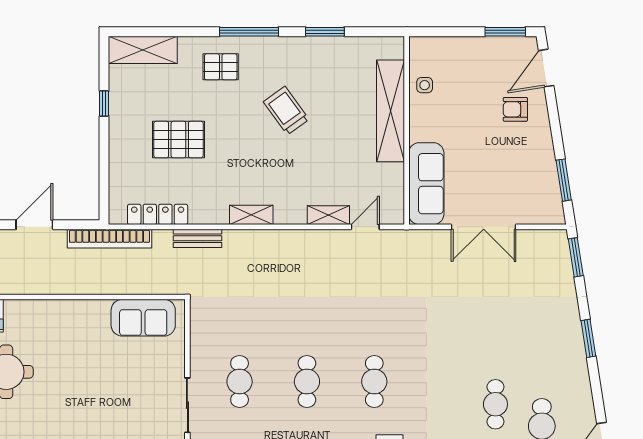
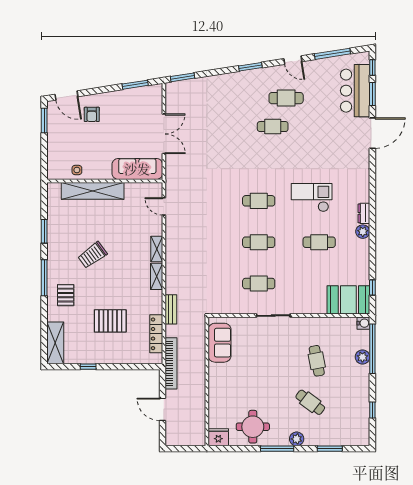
pallet: (178, 140) -> (110, 321), turned 90
shelving: (328, 215) -> (157, 249), moved
window: (588, 338) -> (250, 67), moved

